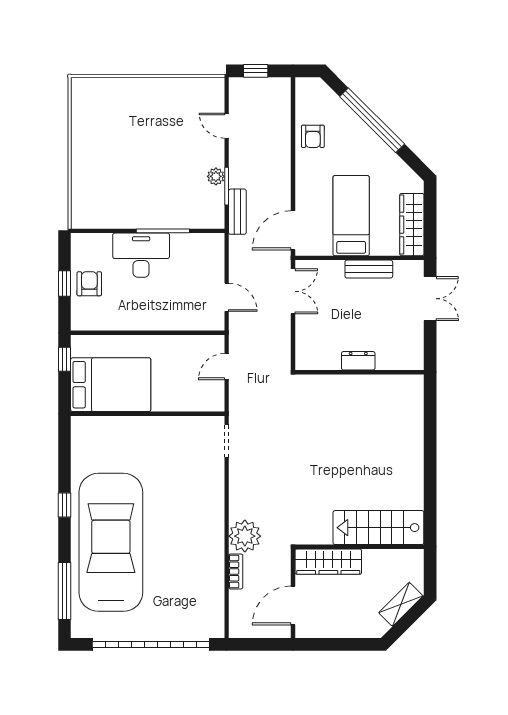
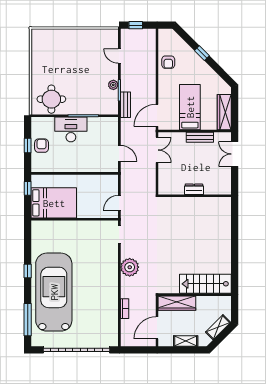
window: (372, 120) -> (202, 53), width x0.32
round table: (107, 202) -> (51, 99), added
double door: (430, 299) -> (235, 154), swing flipped
door: (227, 367) -> (119, 203), moved
plant: (245, 536) -> (130, 267), moved
shelving: (344, 629) -> (186, 341), added

